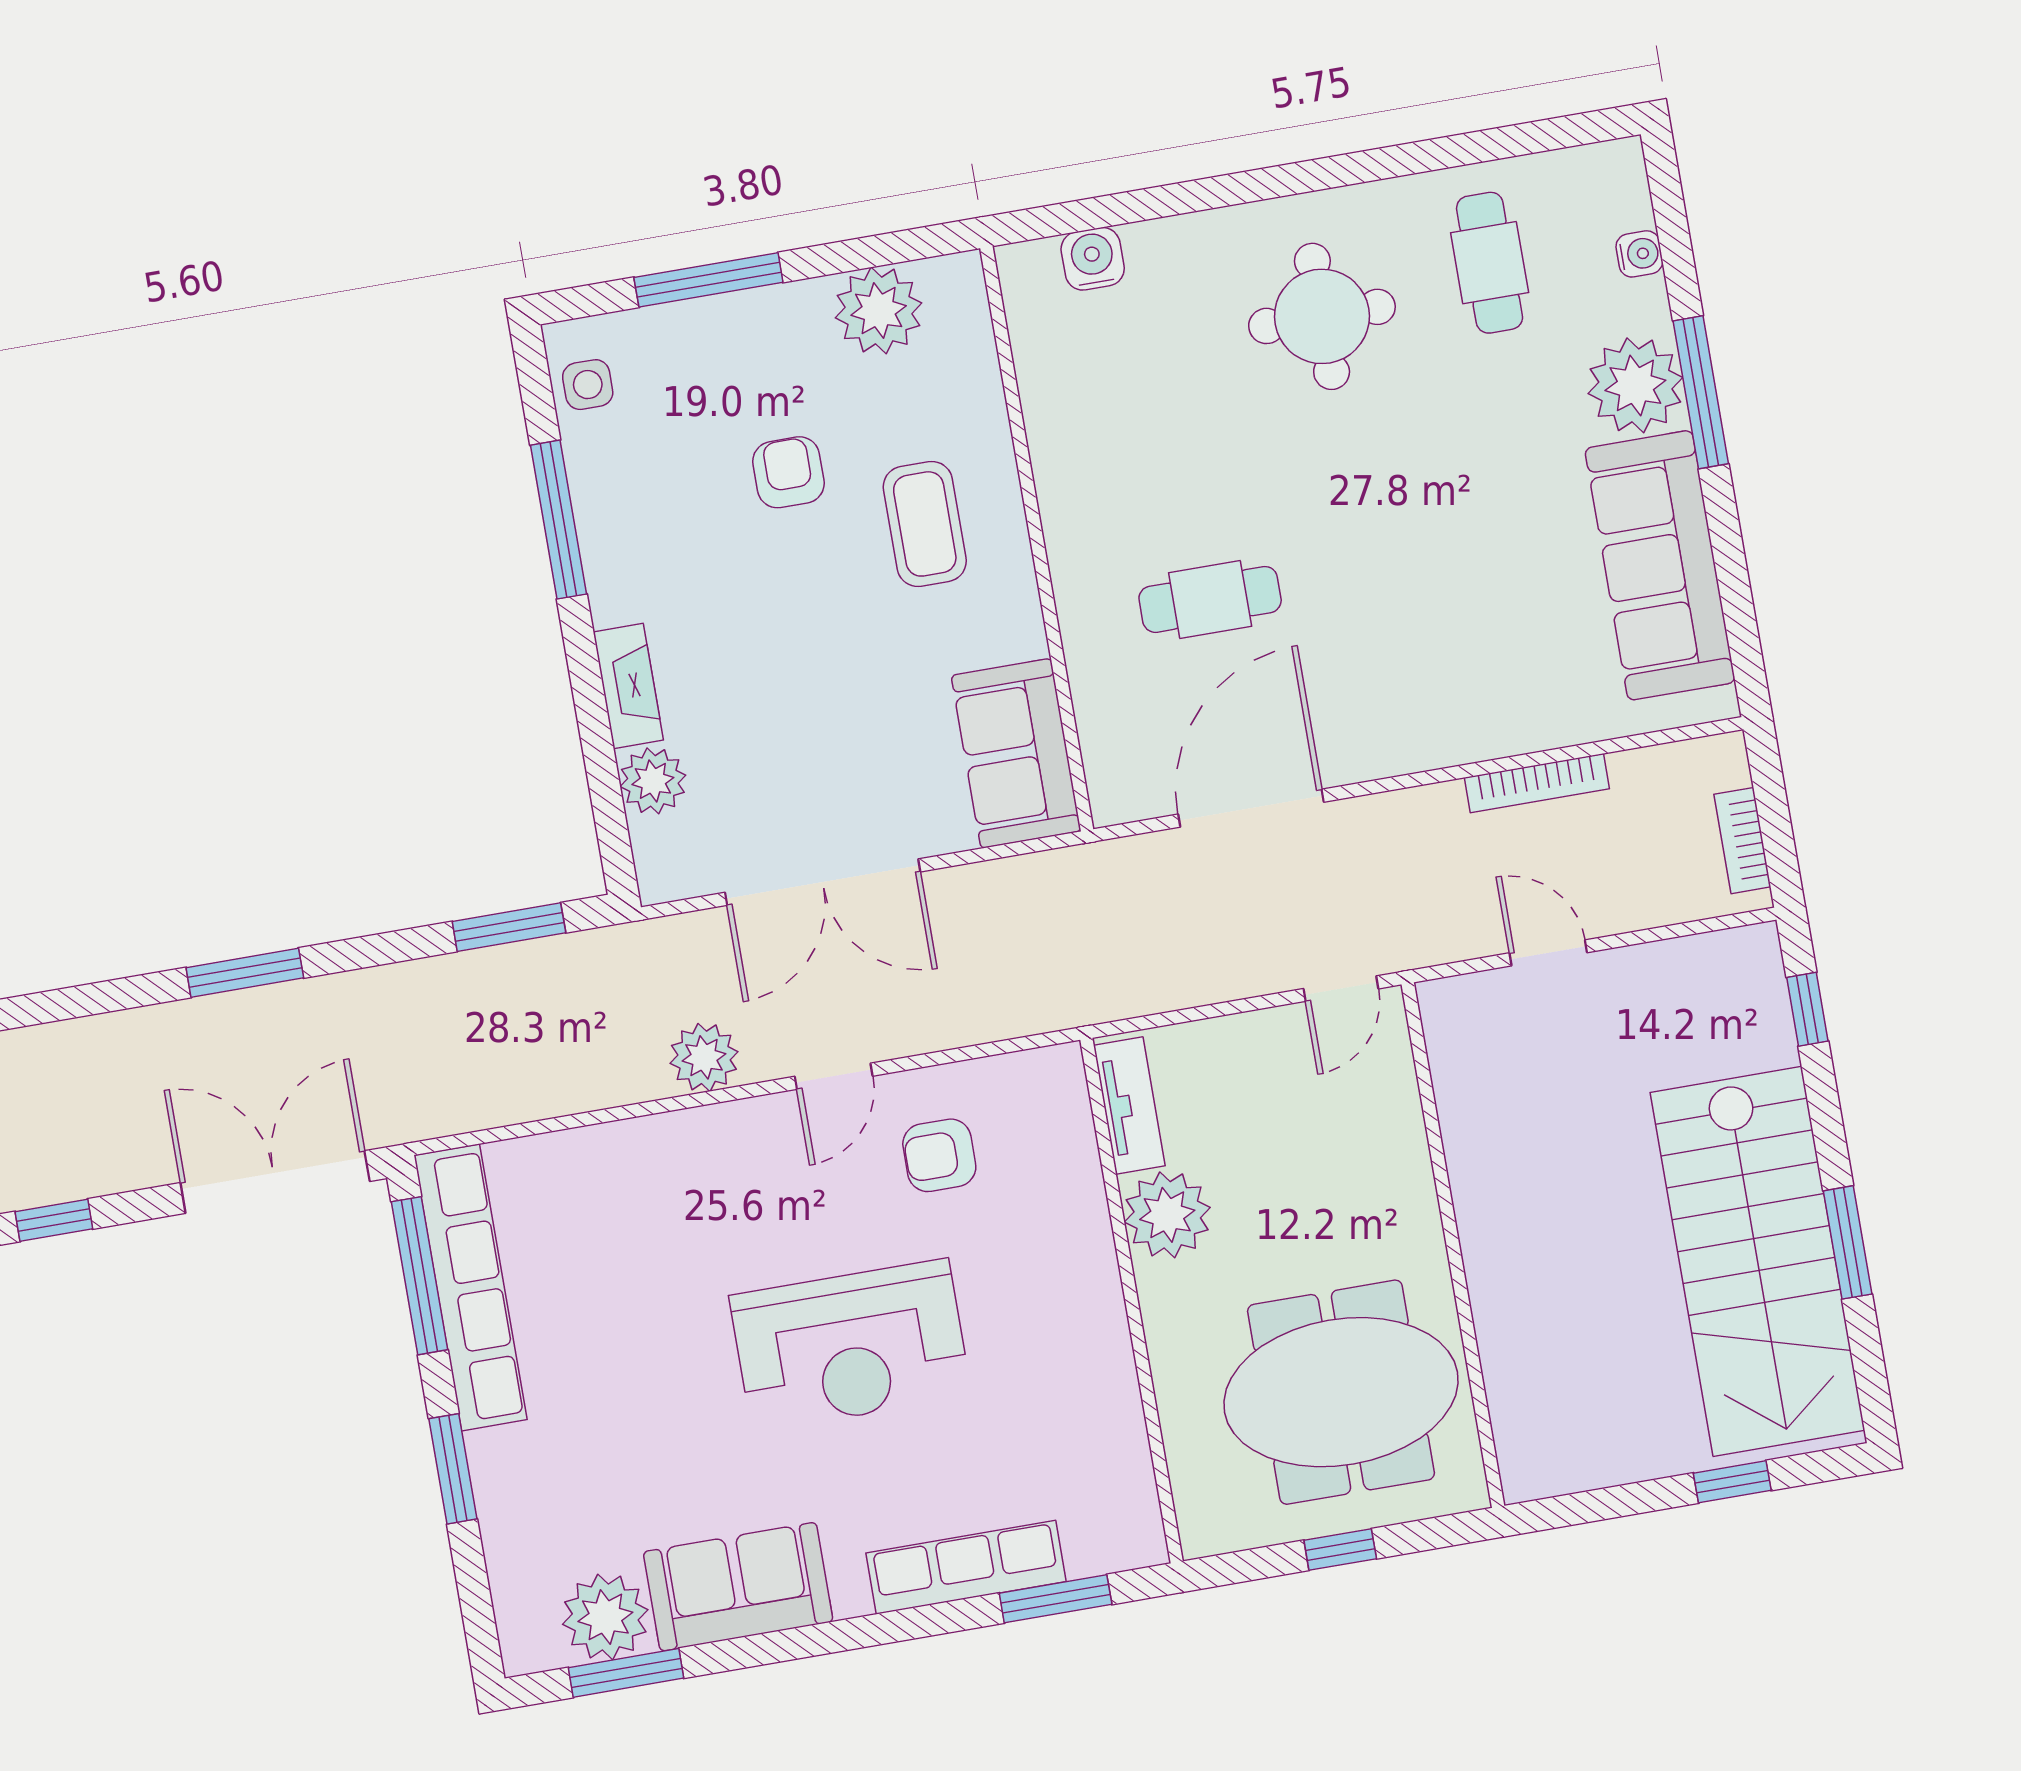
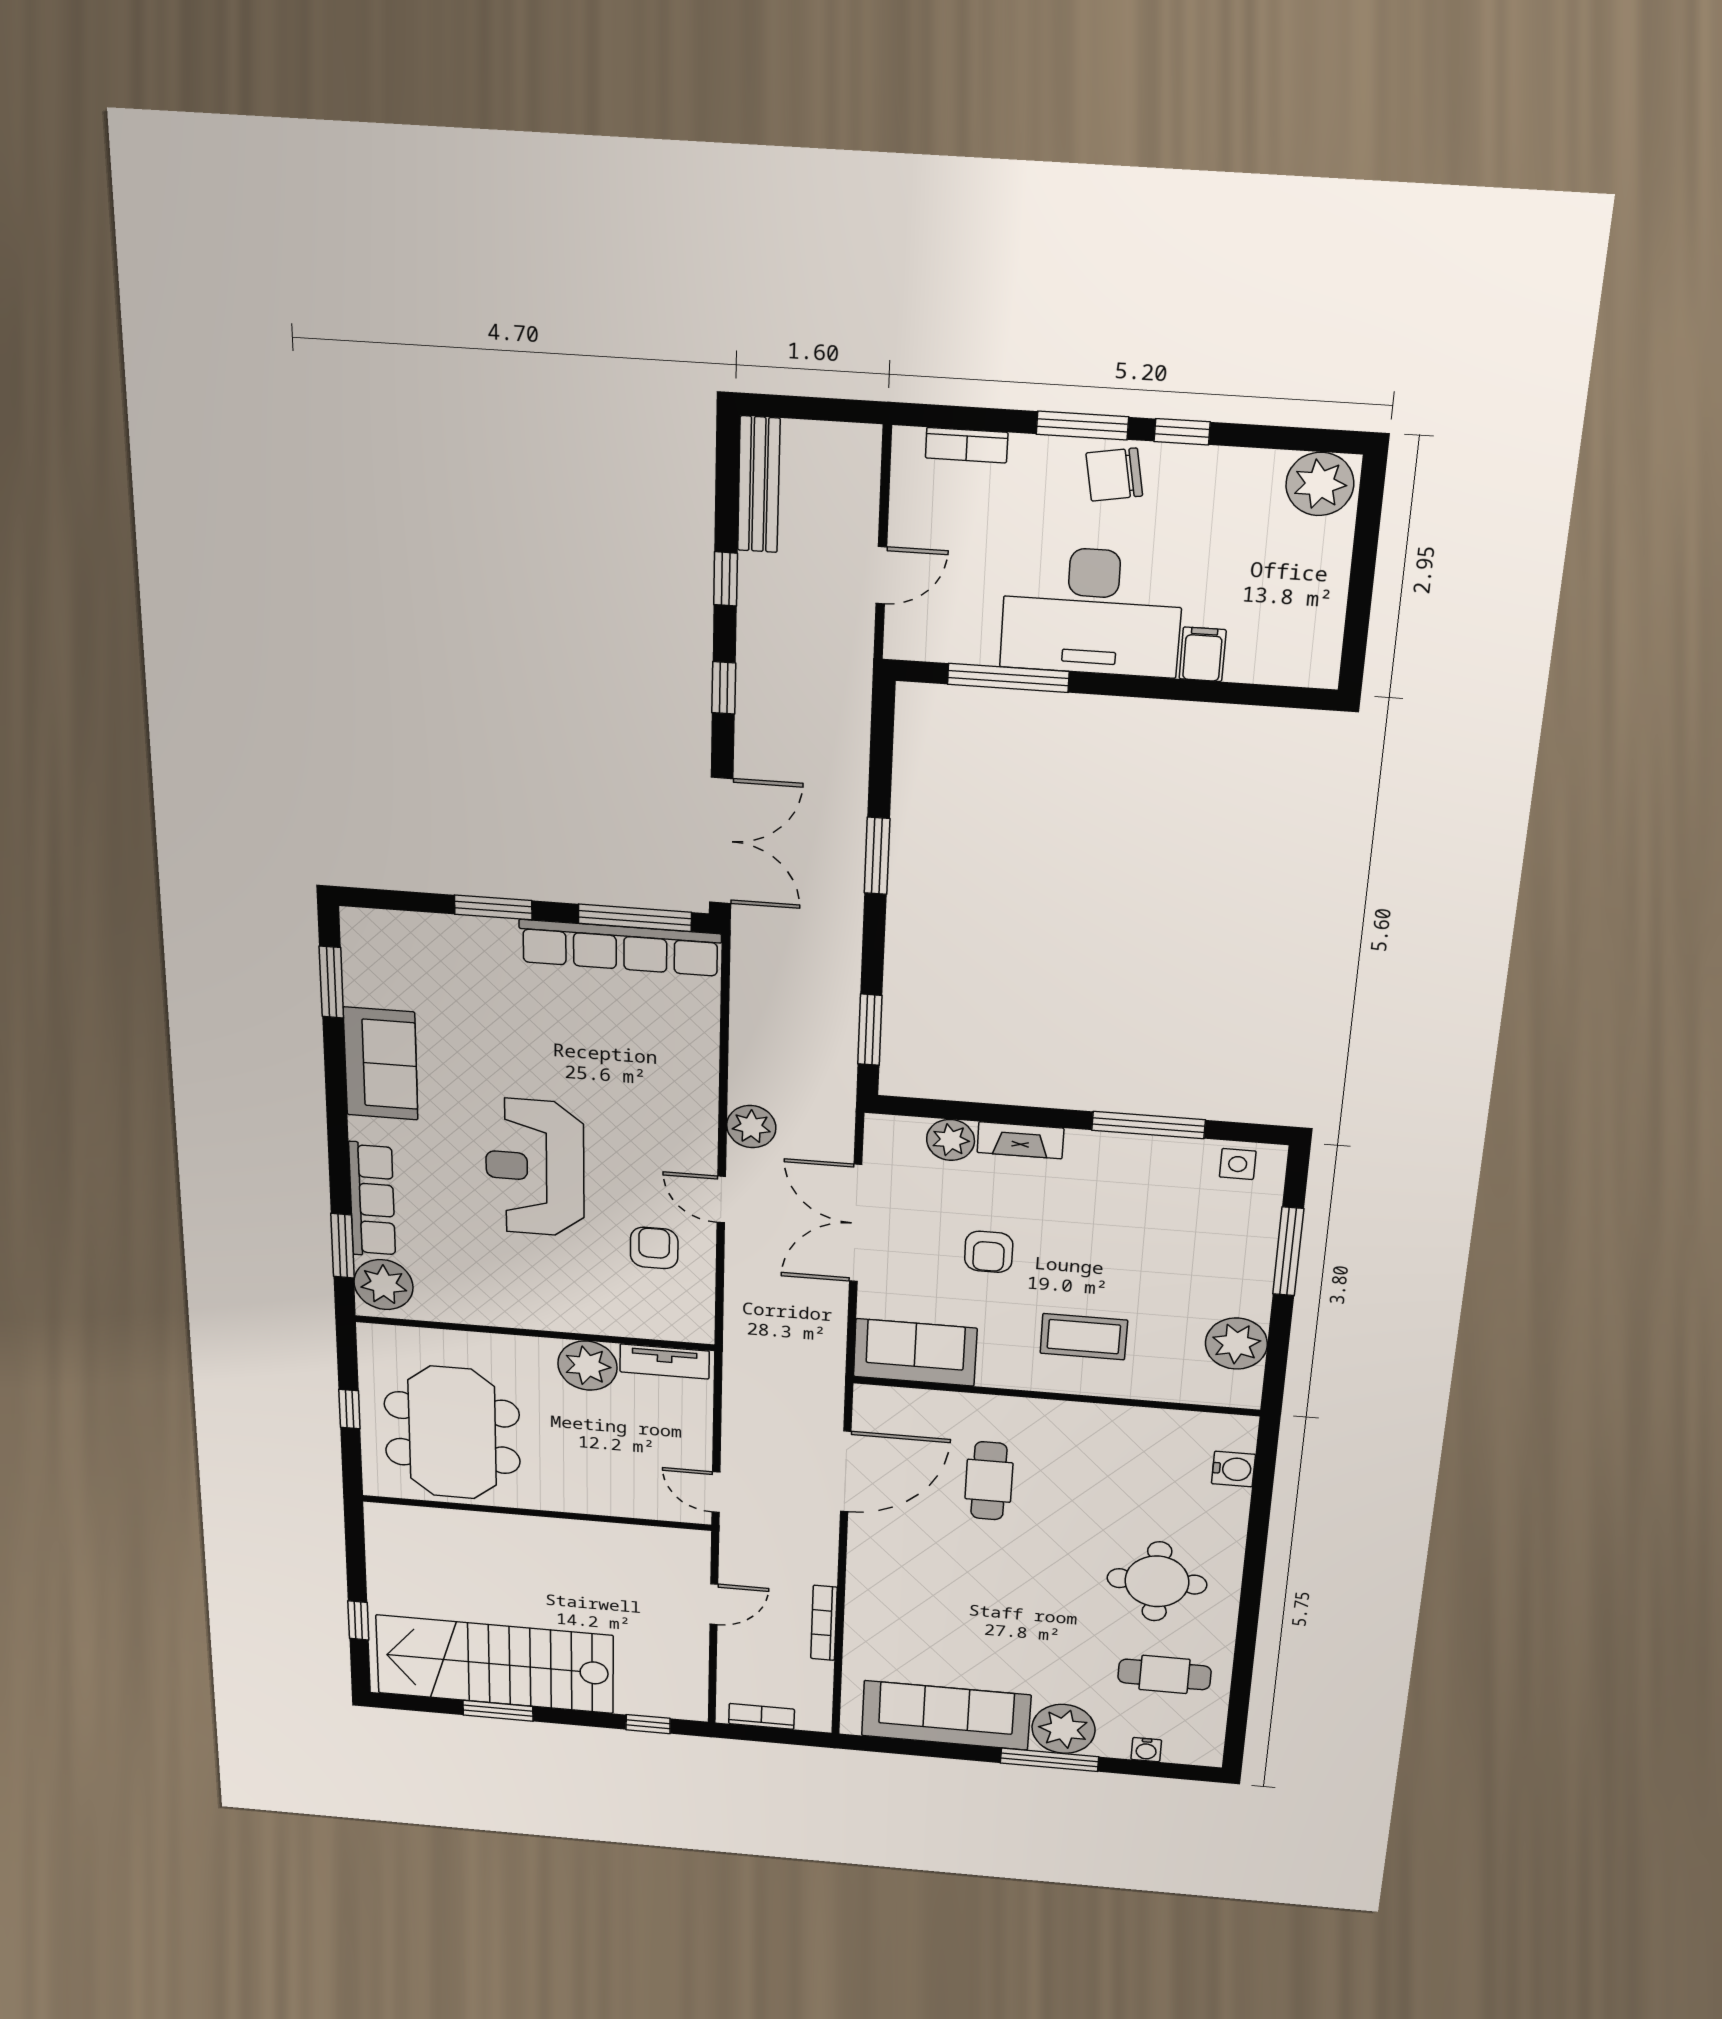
armchair: (788, 472) -> (989, 1252), moved, turned 90
door: (1251, 808) -> (846, 1471), hinge flipped
plant: (605, 1617) -> (384, 1285), moved

